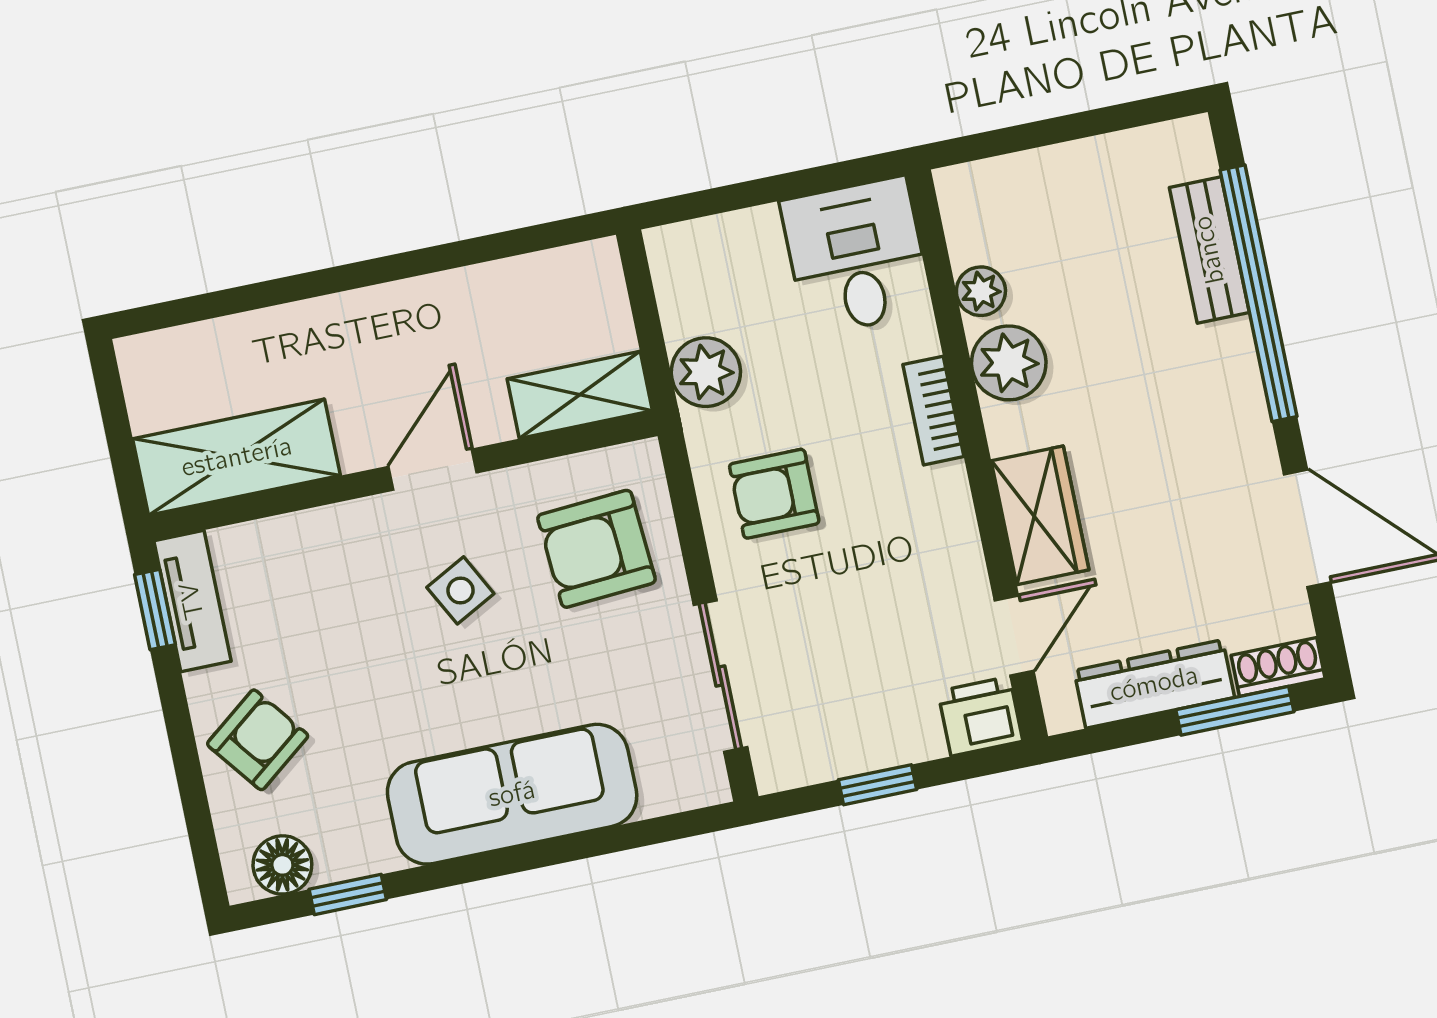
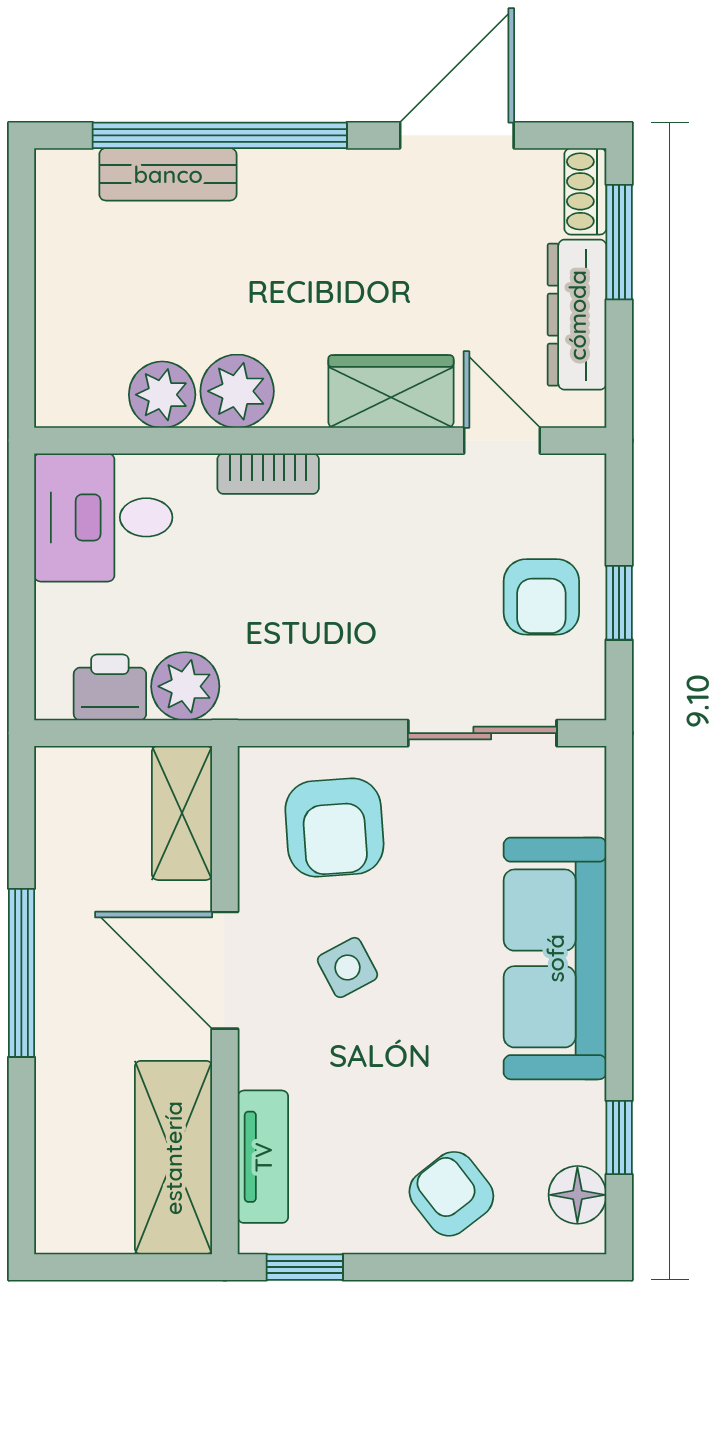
window: (388, 269) -> (21, 973), added
plant: (981, 291) -> (162, 395), width x1.38, depth x1.38
door: (433, 470) -> (225, 970), width x1.38
armchair: (774, 494) -> (541, 597), moved
tv unit: (192, 601) -> (263, 1157), moved, turned 90
printer: (980, 716) -> (110, 687), moved, turned 90

